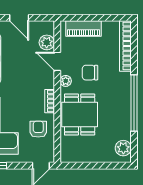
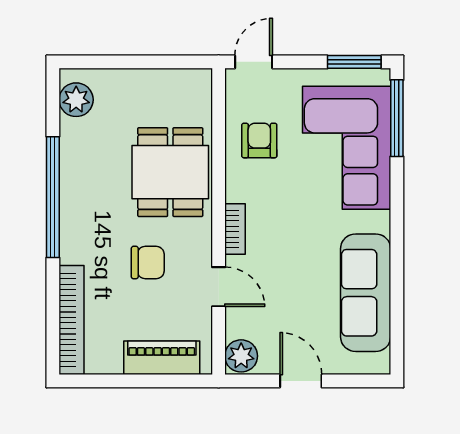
plant: (47, 42) -> (241, 356), moved
plant: (66, 81) -> (200, 245), removed
bookcase: (50, 101) -> (235, 229), moved
armchair: (38, 129) -> (259, 140), turned 180

